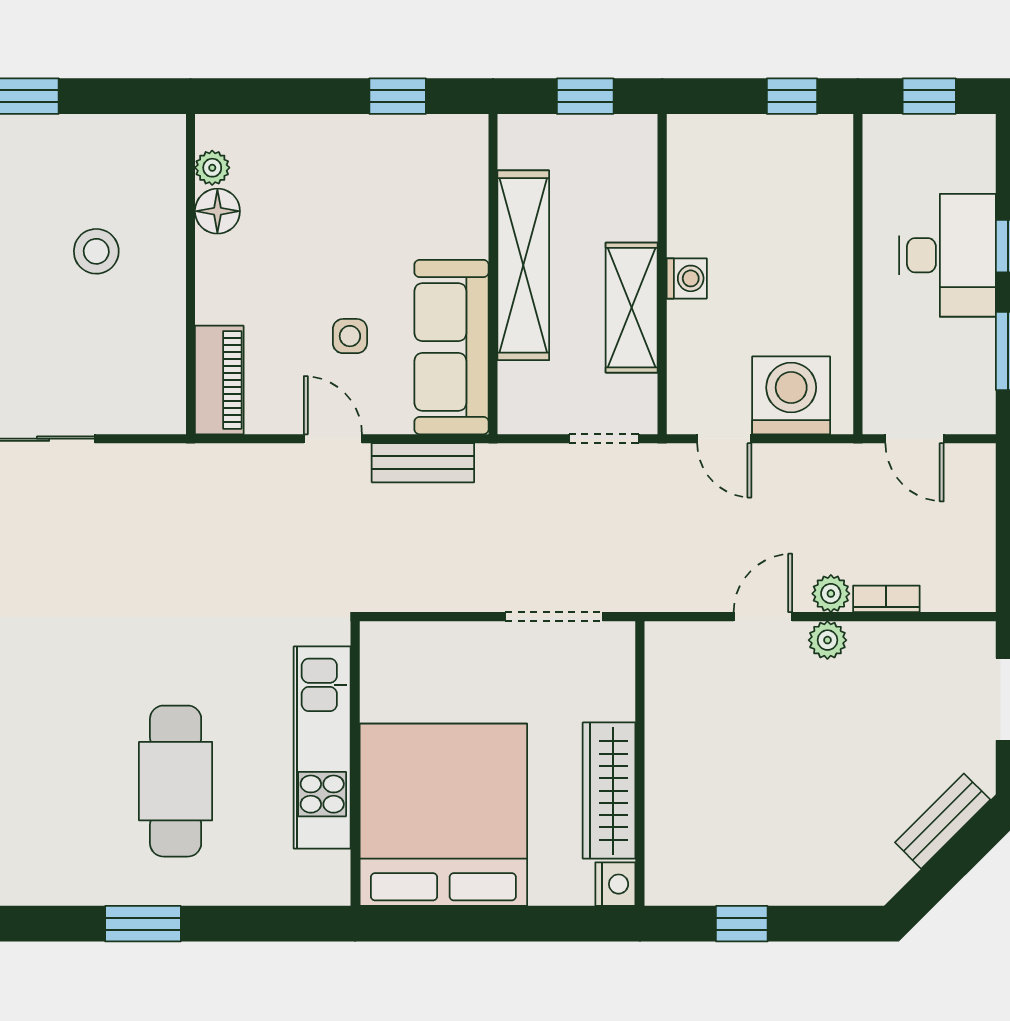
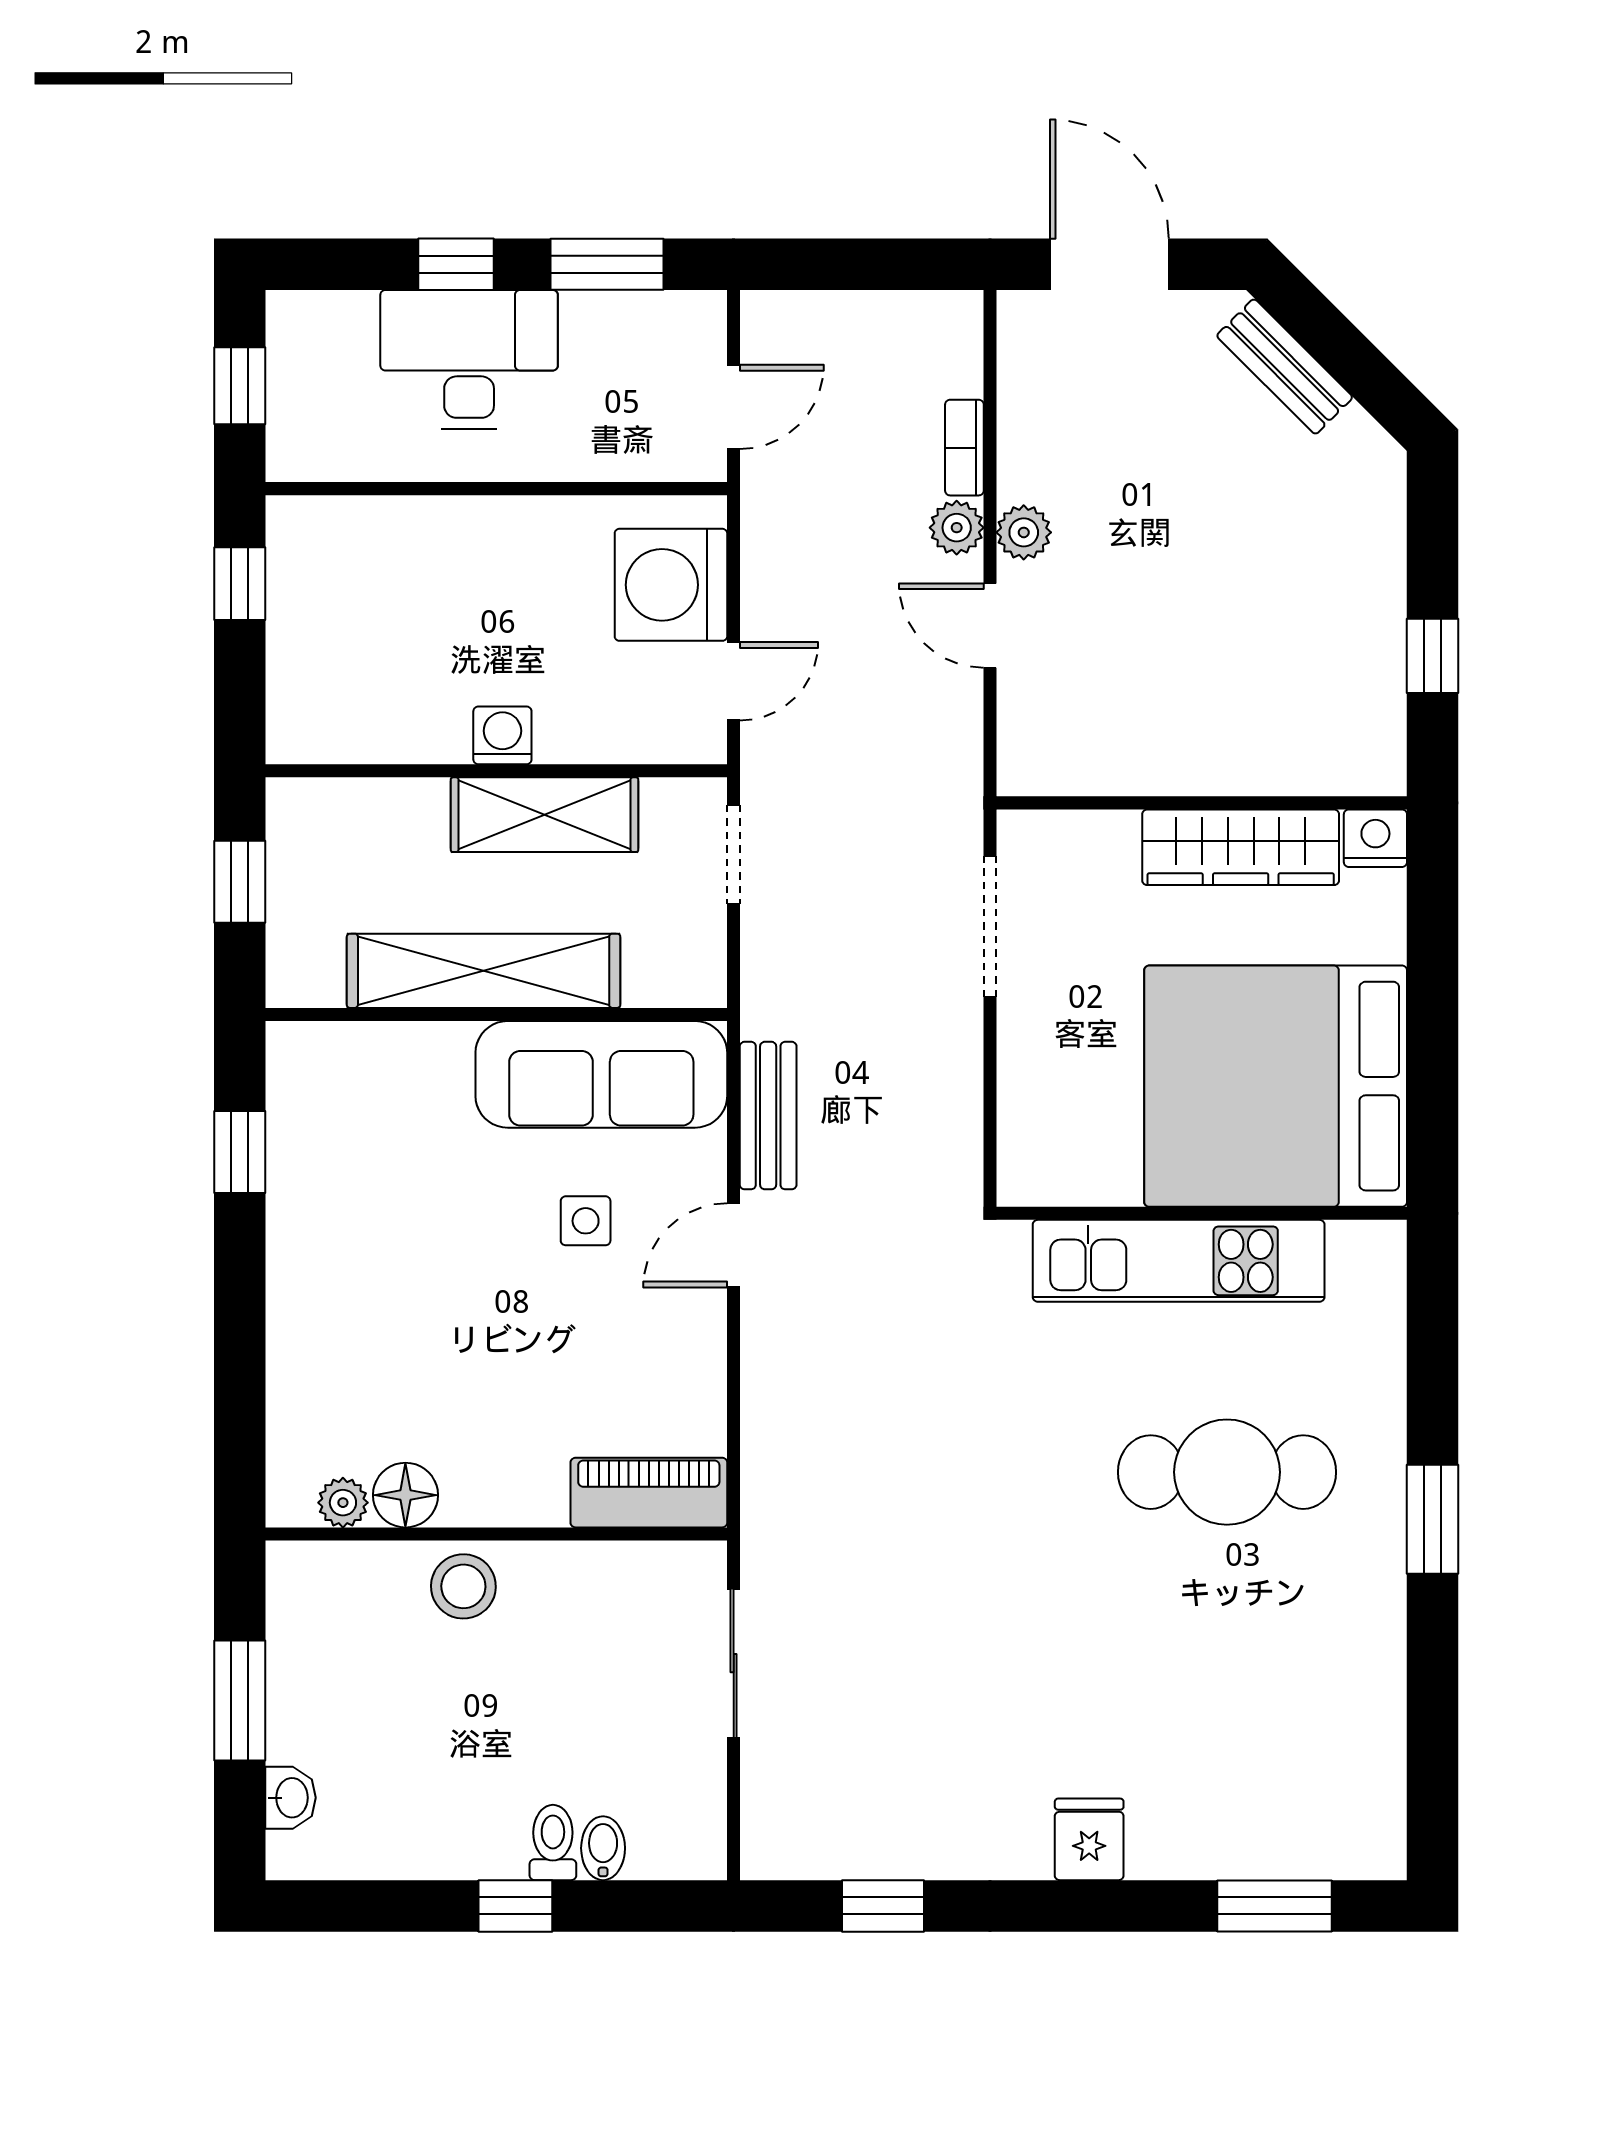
plant: (212, 168) -> (343, 1503), moved
floor lamp: (217, 211) -> (405, 1495), moved
wall: (190, 274) -> (496, 1534), moved
piano: (219, 380) -> (649, 1493), moved

